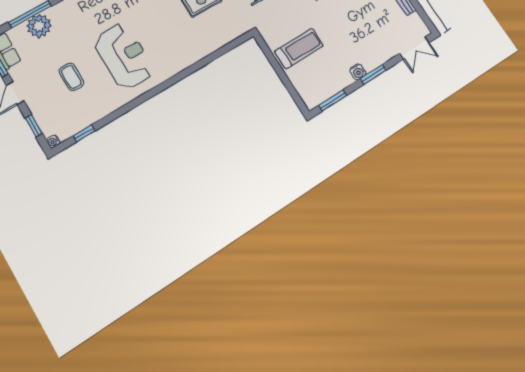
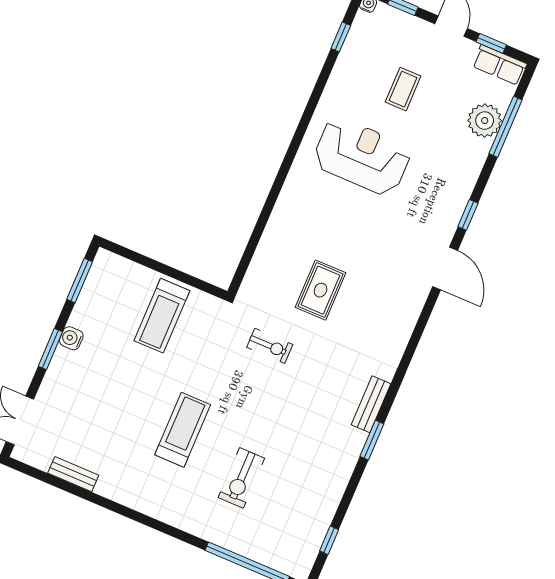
reception desk: (124, 56) -> (362, 156), turned 180
coffee table: (71, 77) -> (403, 89), turned 90

